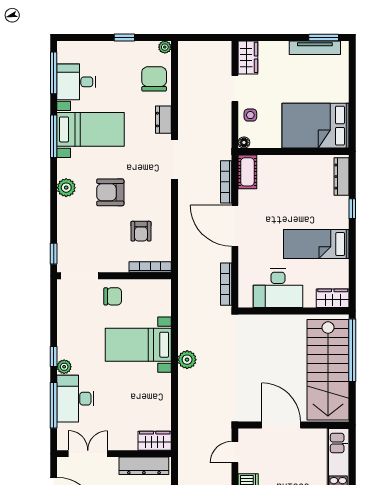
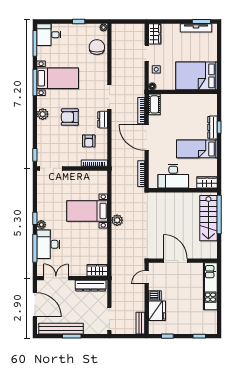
desk: (76, 82) -> (49, 35), moved
dresser: (163, 120) -> (103, 120), moved
dresser: (342, 177) -> (212, 127), moved
chair: (113, 296) -> (71, 181), removed
stairs: (328, 370) -> (208, 218), width x0.73, depth x0.66

